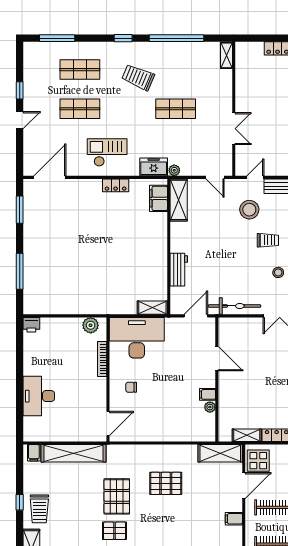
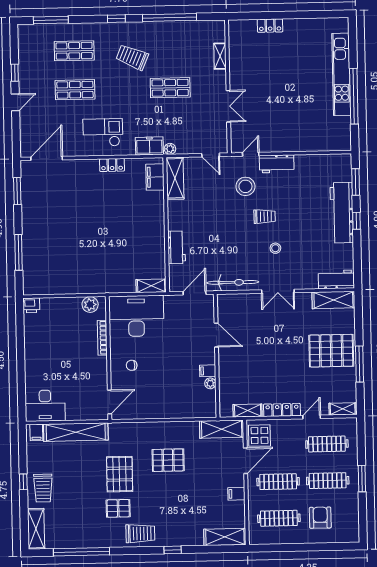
shelving: (226, 55) -> (220, 56), moved
desk: (39, 396) -> (45, 406), moved, turned -90

